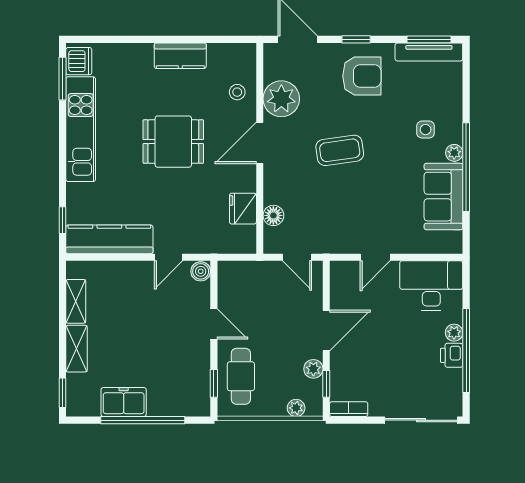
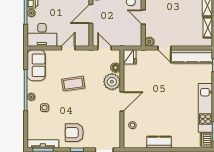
plant: (281, 99) -> (112, 82), moved
dining table: (173, 142) -> (162, 102), removed
coffee table: (340, 150) -> (73, 84), moved
sofa: (443, 197) -> (36, 65), moved
fridge: (243, 209) -> (130, 57), moved
door: (169, 257) -> (164, 48), swing flipped

